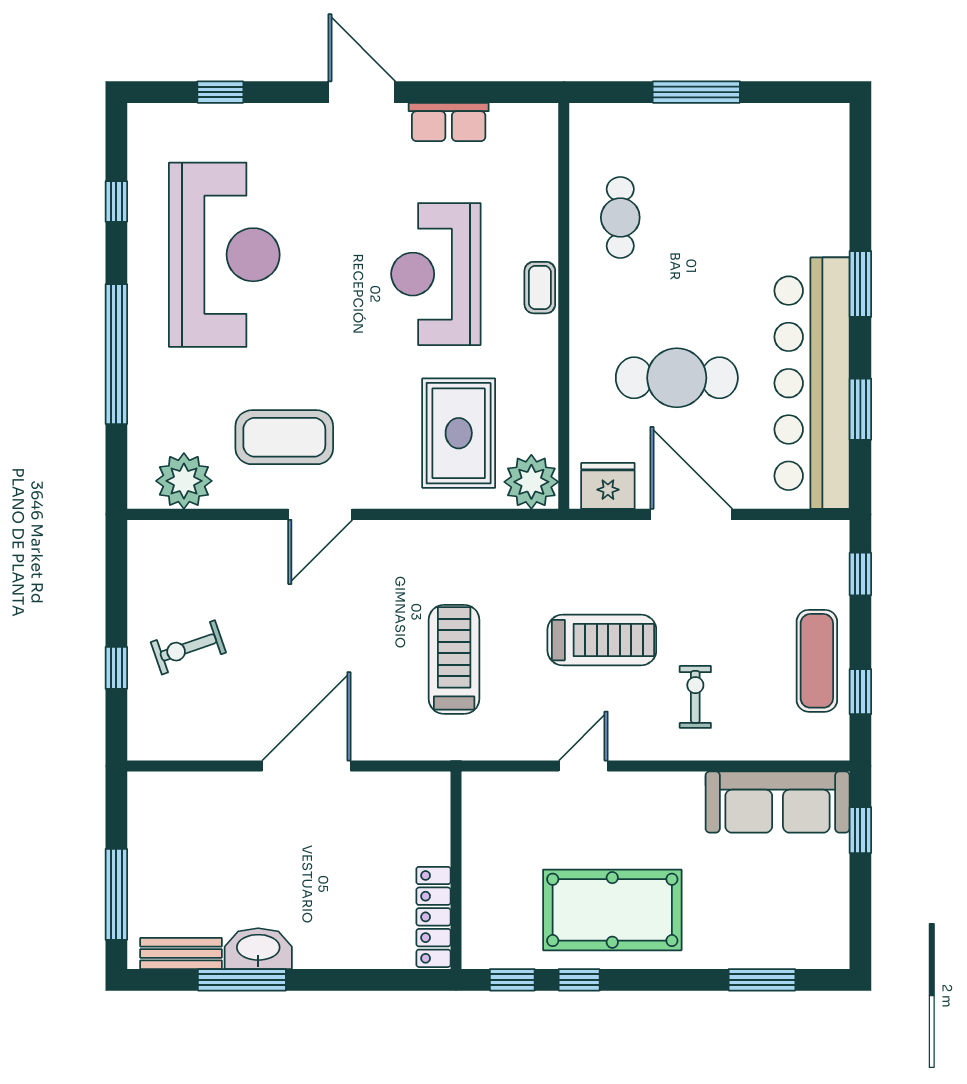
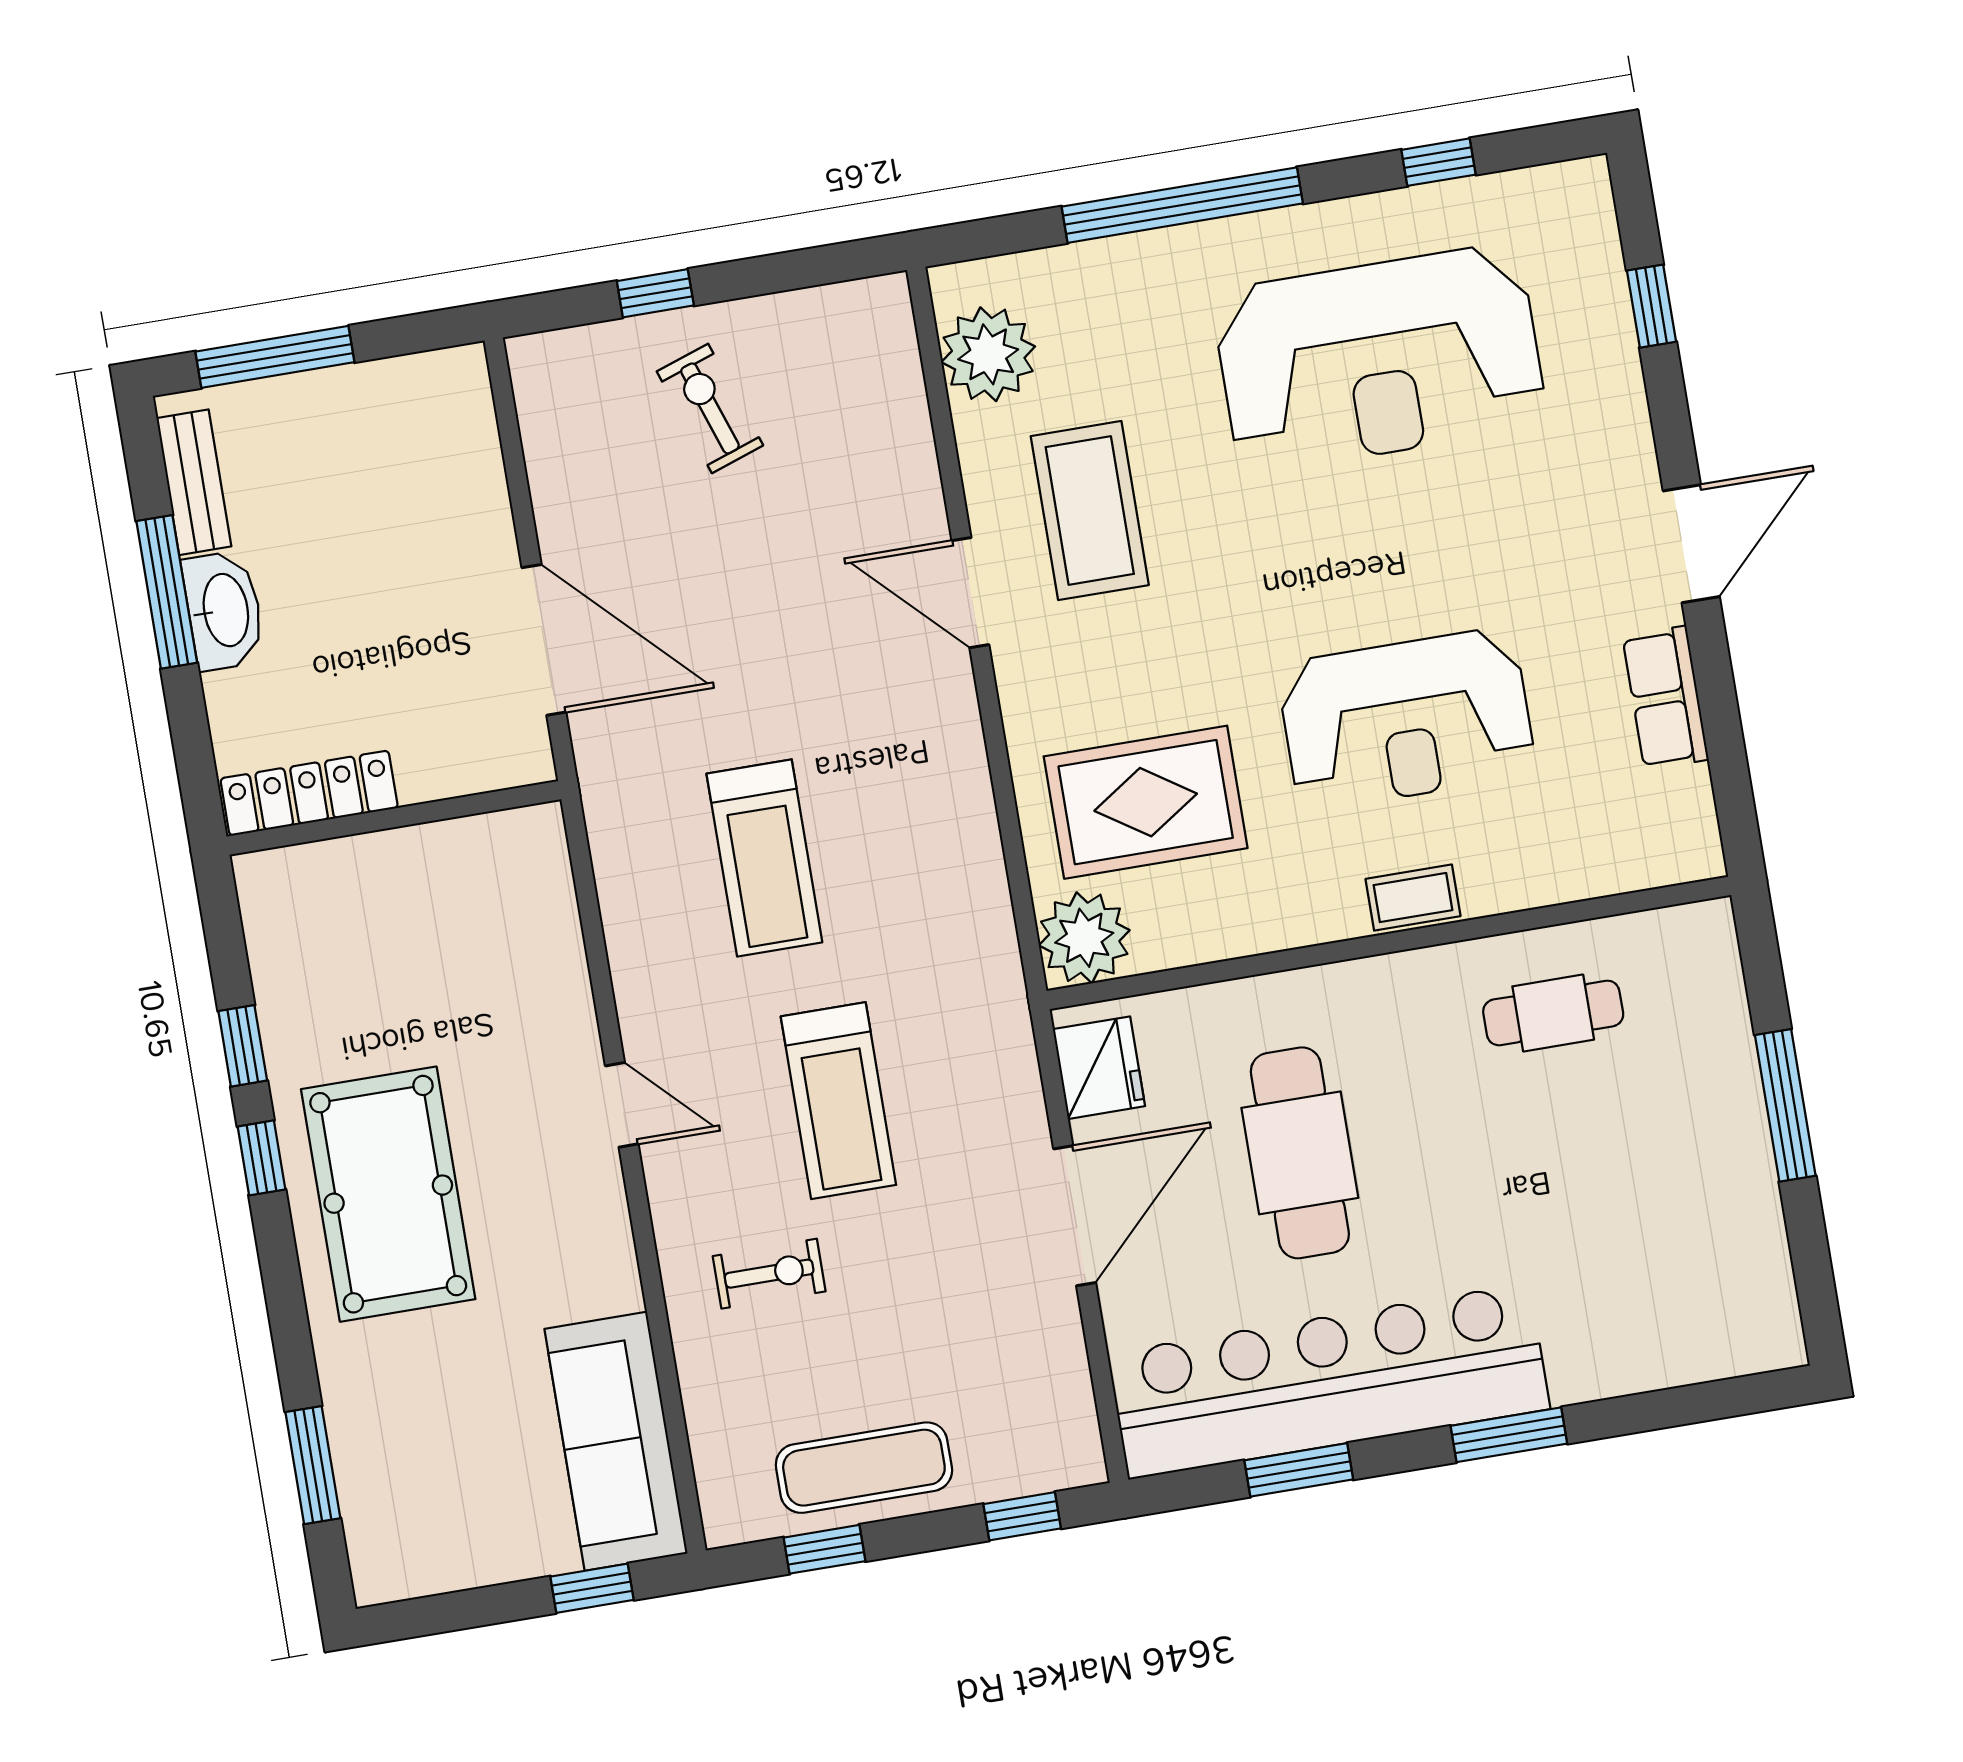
reception desk: (436, 274) -> (1406, 719), turned 180
treadmill: (454, 659) -> (764, 858), turned 90
wall: (456, 870) -> (394, 818), moved
locker: (433, 917) -> (309, 793), moved

